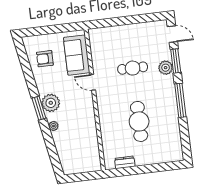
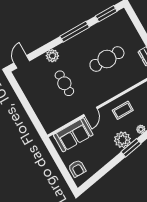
armchair: (45, 59) -> (77, 168), moved
window: (176, 61) -> (106, 14), moved
coffee table: (80, 116) -> (123, 110), added

